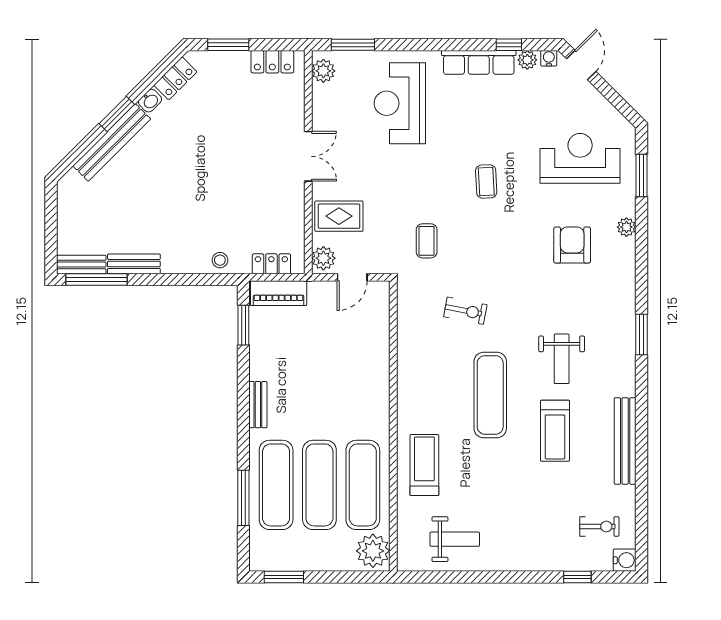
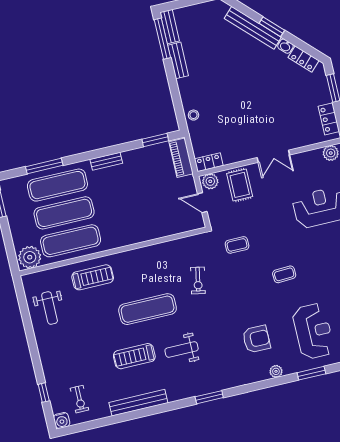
locker: (271, 264) -> (209, 162), moved, turned -90

